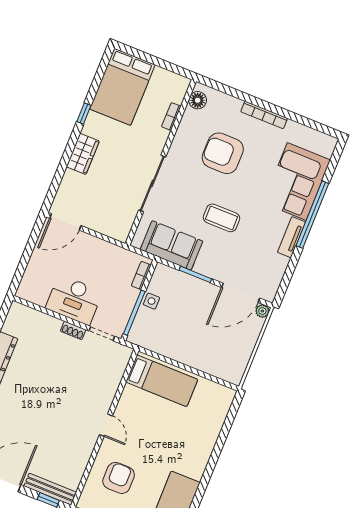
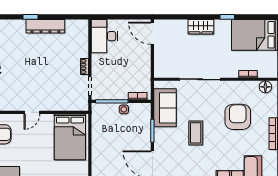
desk: (74, 300) -> (104, 36), moved
bed: (162, 381) -> (70, 137), width x1.50

